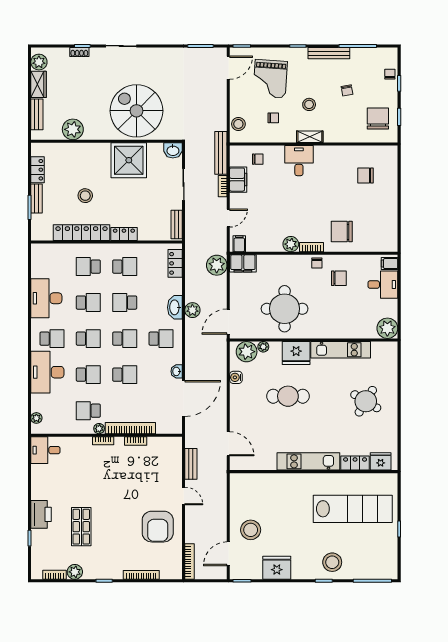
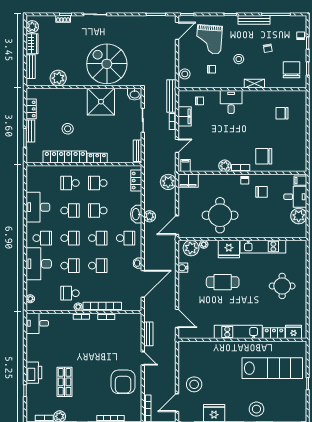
shelving: (310, 137) -> (254, 84), moved
school desk: (125, 267) -> (98, 183), turned 180
plant: (387, 328) -> (299, 216), moved
round table: (366, 401) -> (282, 286), turned -31

